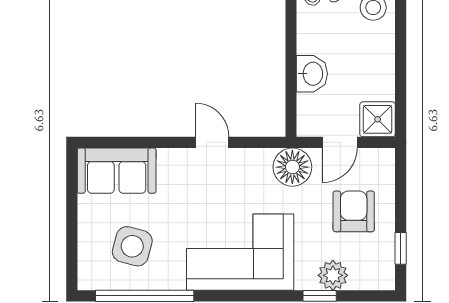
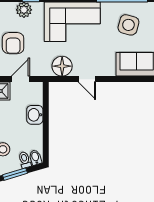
floor lamp: (292, 167) -> (62, 66), moved

